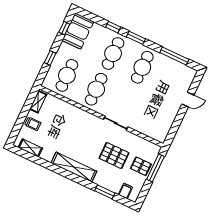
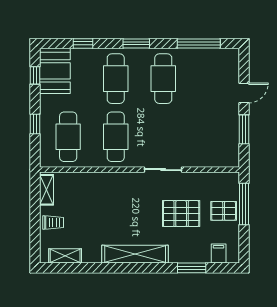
window: (113, 27) -> (83, 43), moved
window: (177, 122) -> (244, 129), added

